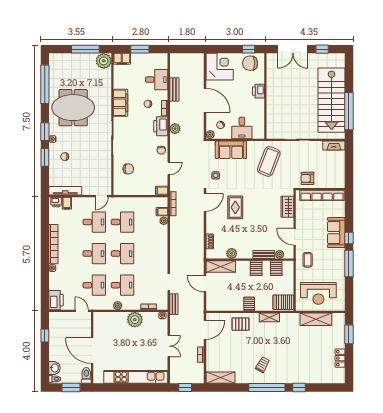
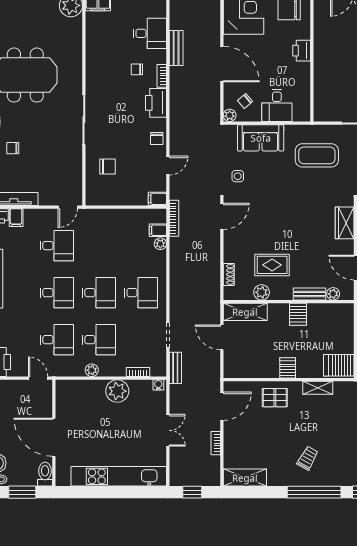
filing cabinet: (120, 103) -> (96, 68), removed
plant: (175, 129) -> (177, 106), removed
coffee table: (269, 161) -> (317, 155), turned 69
rug: (235, 207) -> (272, 265), moved, turned 90
desk: (122, 222) -> (141, 293), moved
server rack: (276, 268) -> (328, 314), removed

